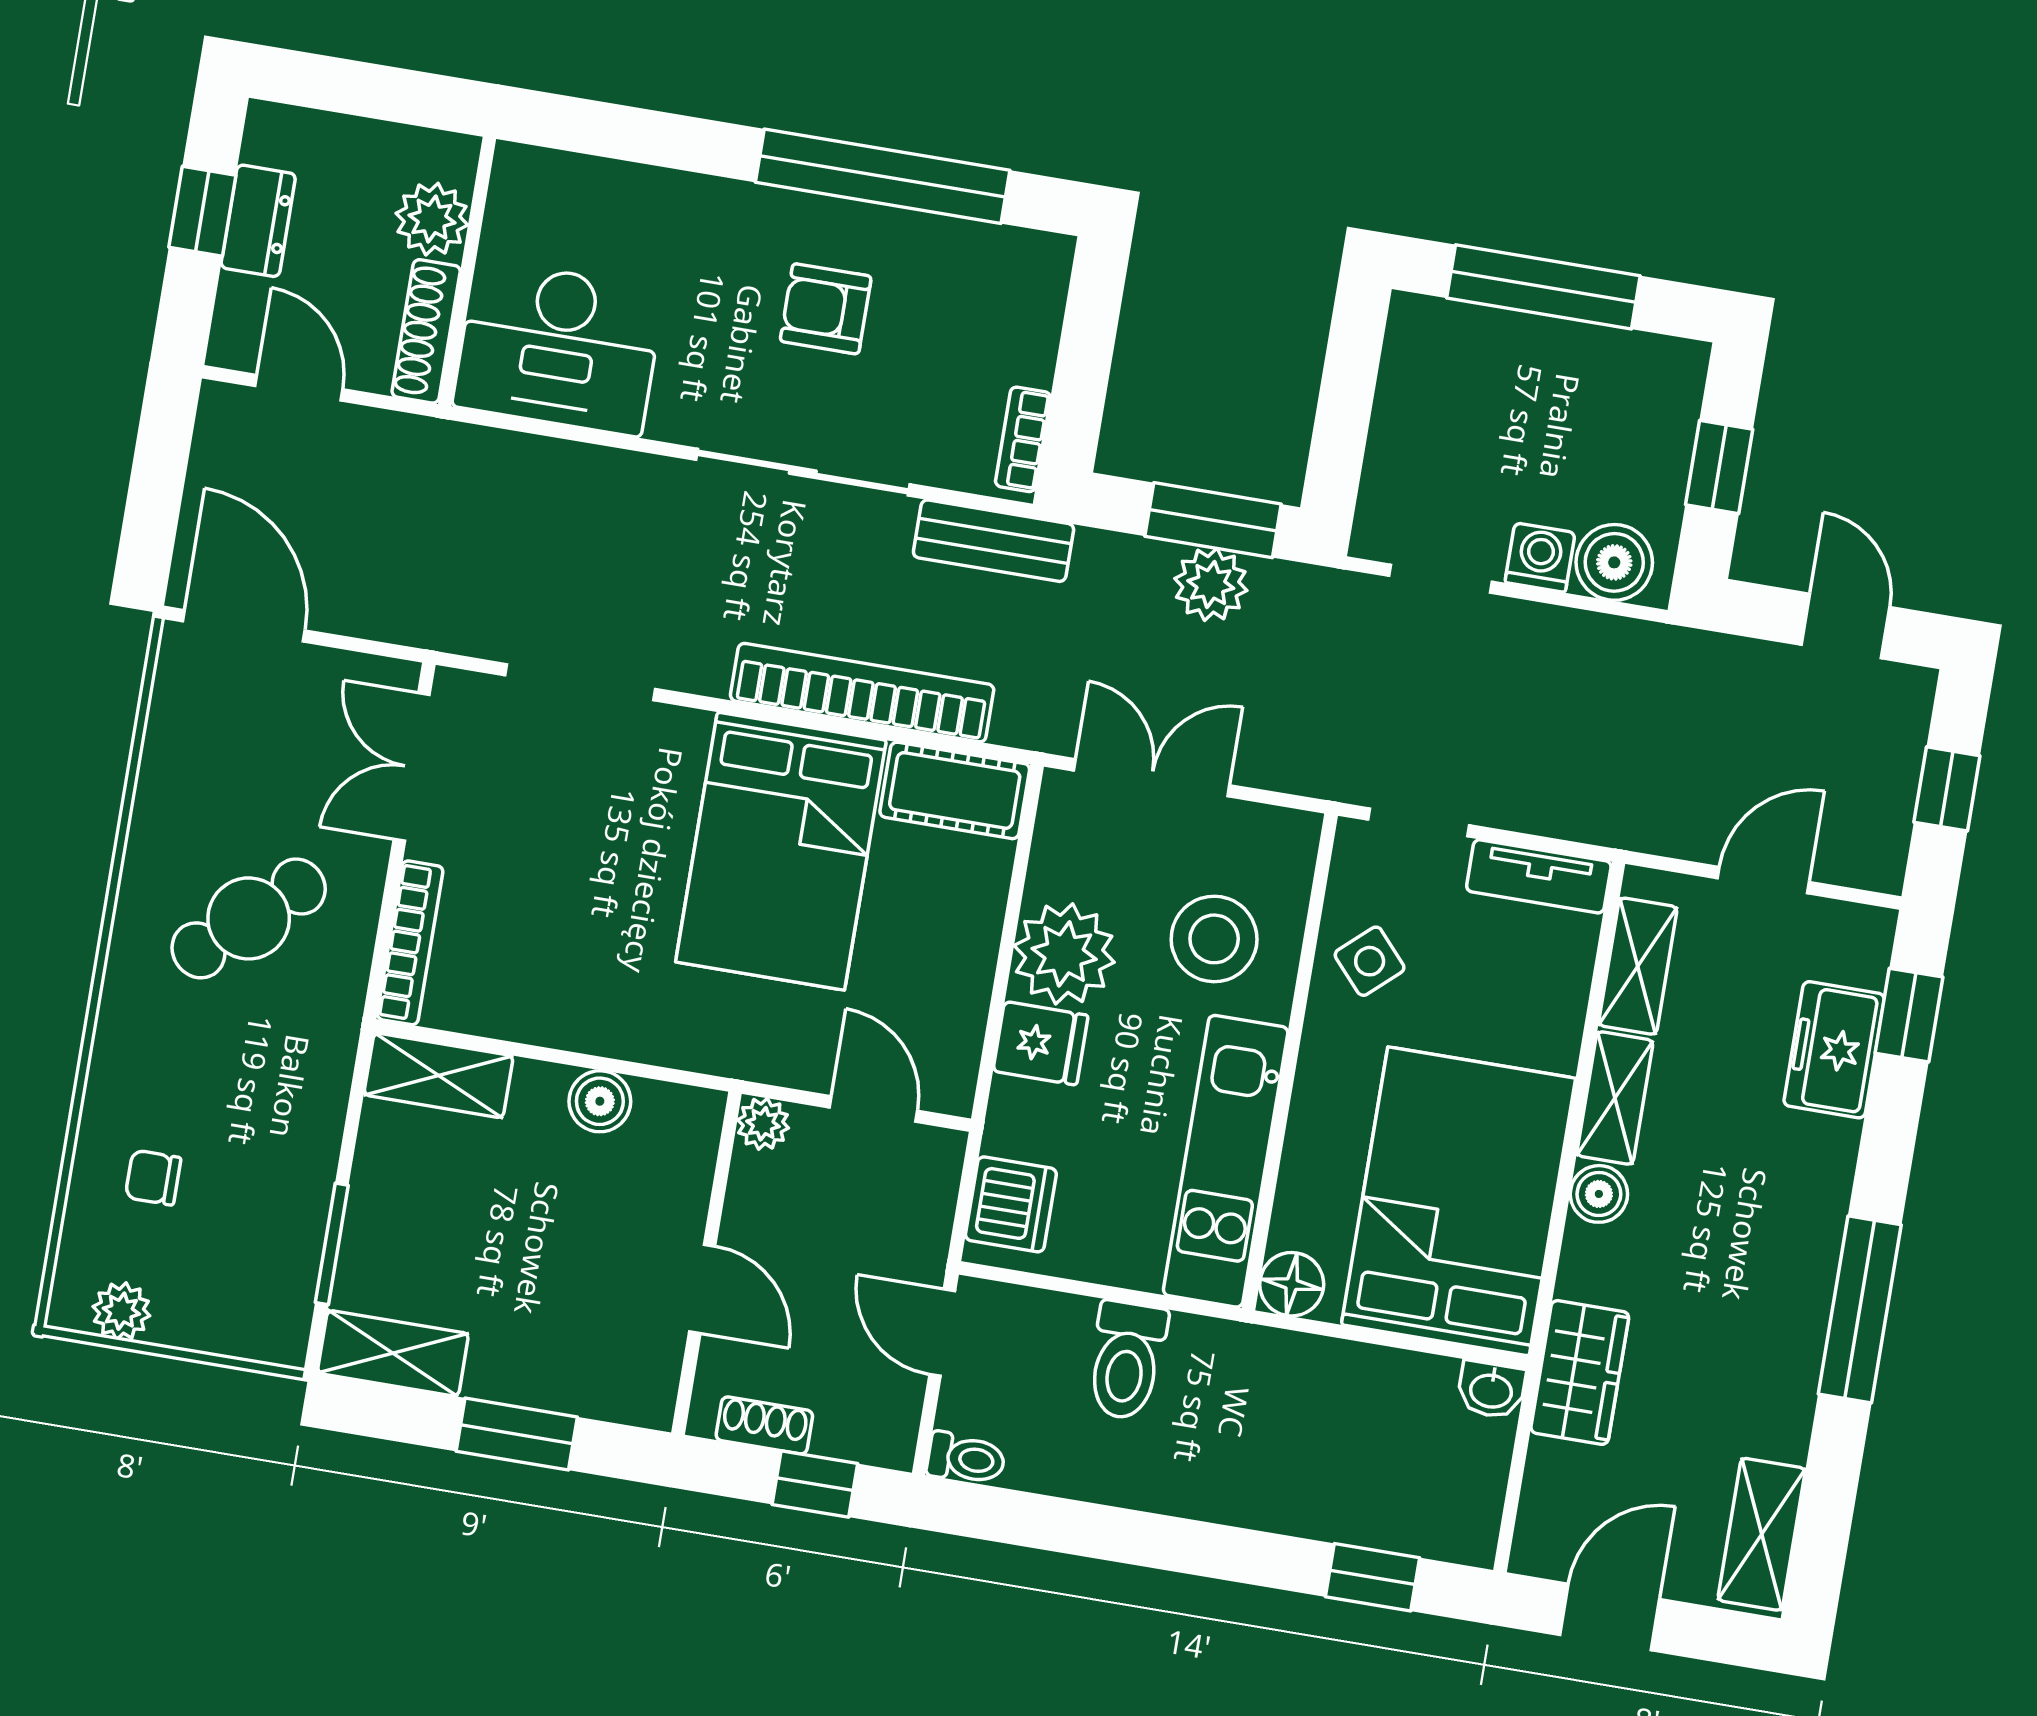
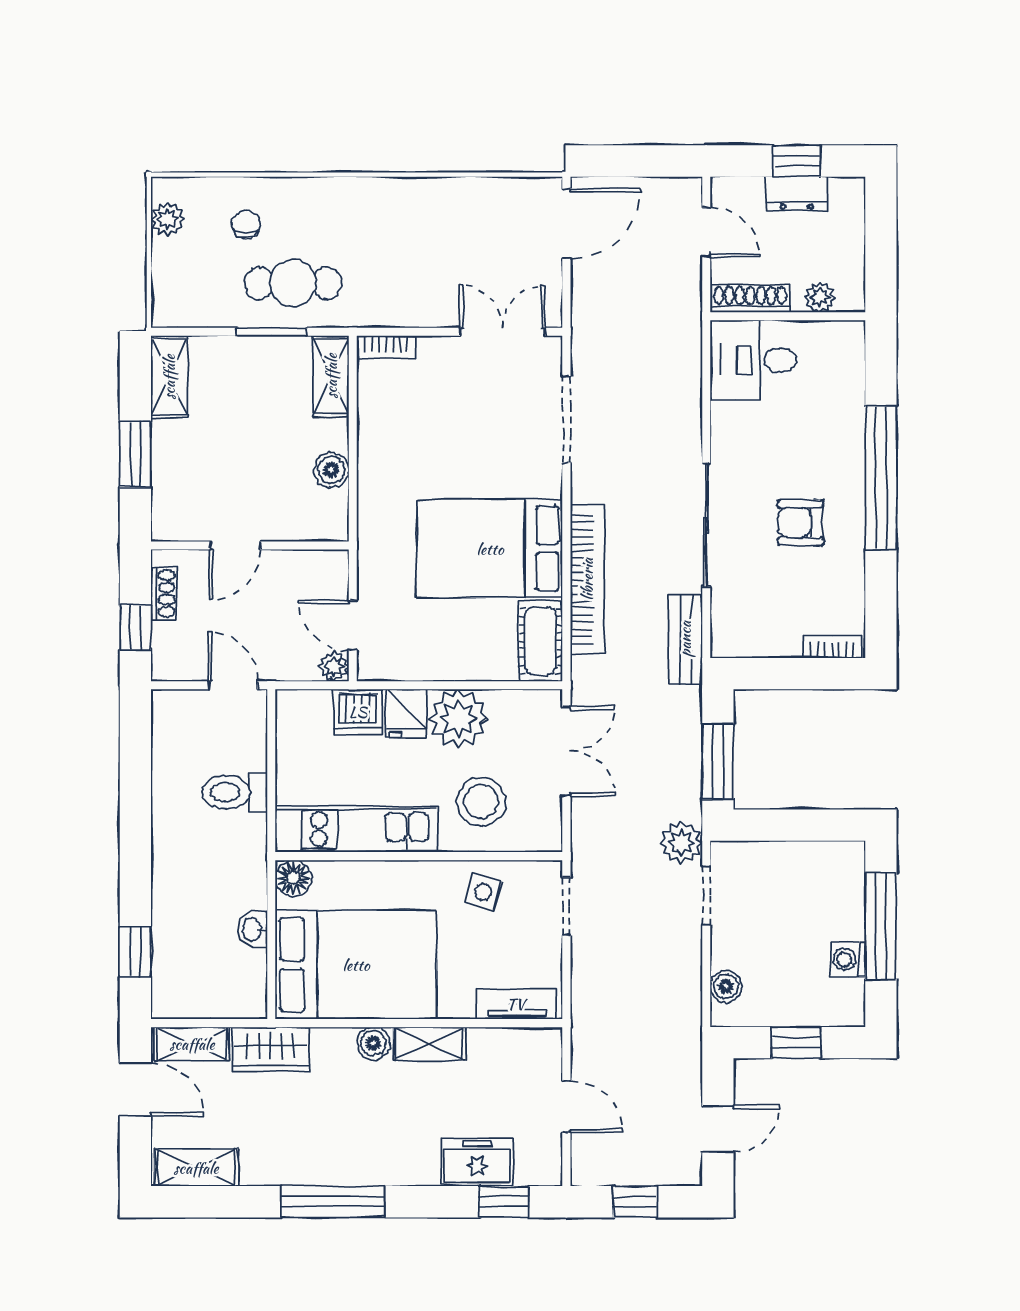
window: (883, 176) -> (881, 478), moved
plant: (432, 219) -> (820, 297), width x0.73, depth x0.73
armchair: (826, 309) -> (801, 523), turned -90
desk: (559, 348) -> (753, 360), width x0.73
door: (299, 388) -> (706, 232), hinge flipped
bookcase: (1023, 439) -> (832, 646), moved
washing machine: (1540, 558) -> (848, 959), moved, turned 180
boiler: (1614, 562) -> (726, 986), width x0.73, depth x0.73
plant: (1211, 584) -> (681, 843), moved
tv unit: (1539, 876) -> (516, 1004), moved, turned 90
cafe table: (249, 918) -> (293, 283), moved, turned -48
bookcase: (410, 943) -> (386, 348), width x0.64
side table: (1370, 961) -> (483, 892), turned -33
shelving: (1638, 966) -> (192, 1044), moved
door: (873, 1109) -> (353, 625), swing flipped
plant: (763, 1124) -> (334, 666), moved
dishwasher: (1011, 1204) -> (358, 712), moved
window: (332, 1244) -> (272, 332), moved
door: (942, 1333) -> (233, 685), hinge flipped
washbasin: (1491, 1390) -> (253, 930), moved
toilet: (966, 1458) -> (164, 711), removed

